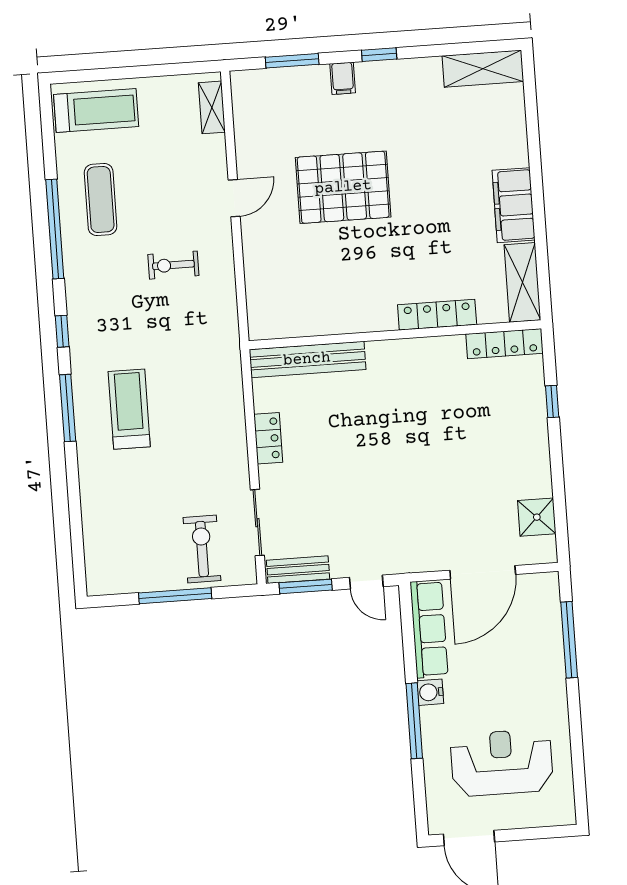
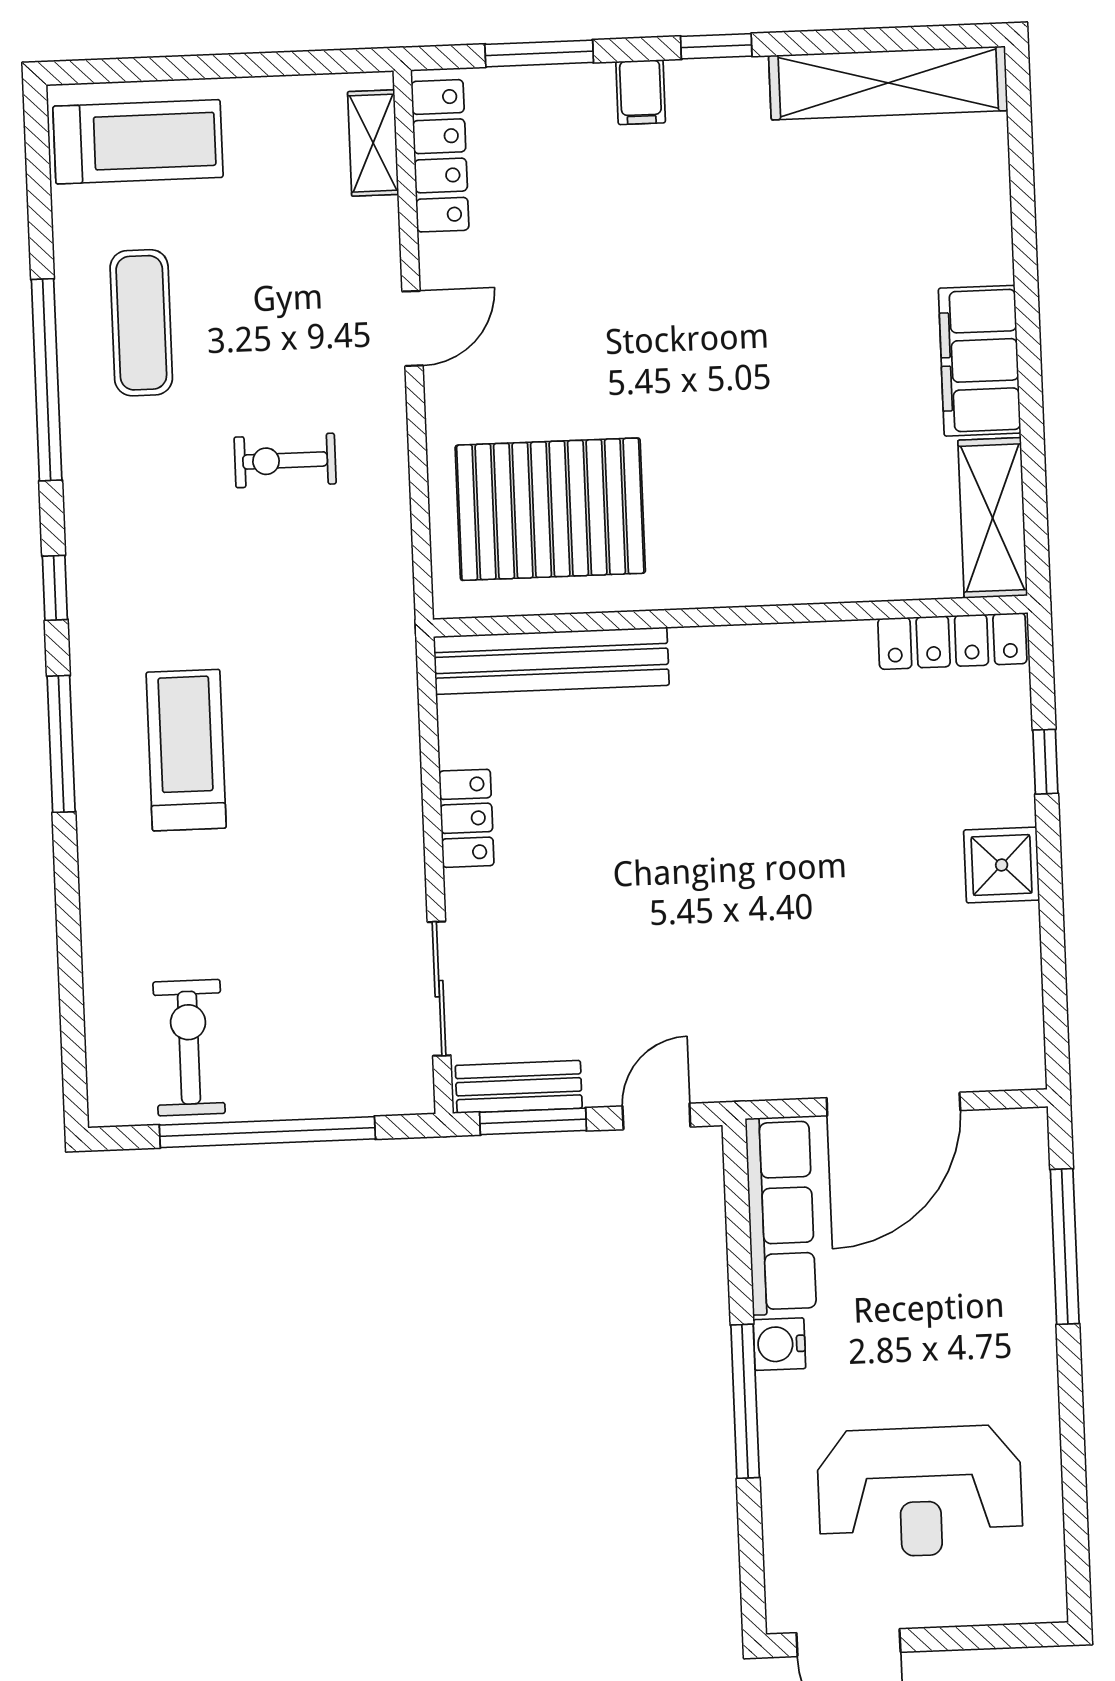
shelving: (483, 69) -> (888, 83), width x1.47
pallet: (343, 187) -> (550, 509), moved
locker: (437, 315) -> (440, 156), moved, turned 90
shower: (537, 517) -> (1002, 865), moved
exercise bike: (202, 549) -> (189, 1048), moved
door: (366, 582) -> (656, 1116), swing flipped
window: (175, 596) -> (267, 1132), width x1.46
reception desk: (502, 763) -> (920, 1492), turned 180

